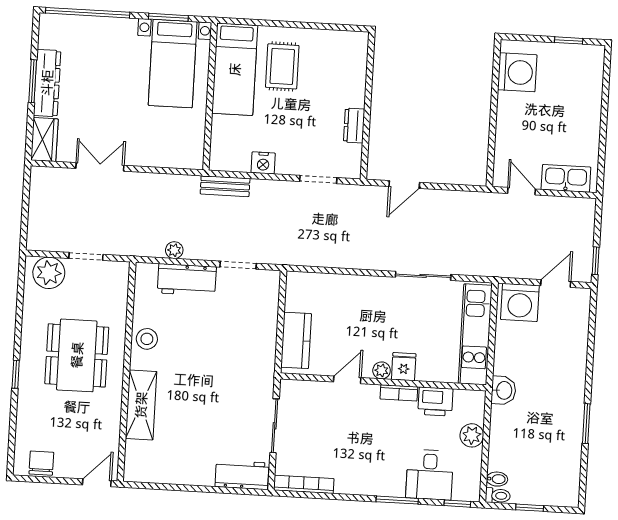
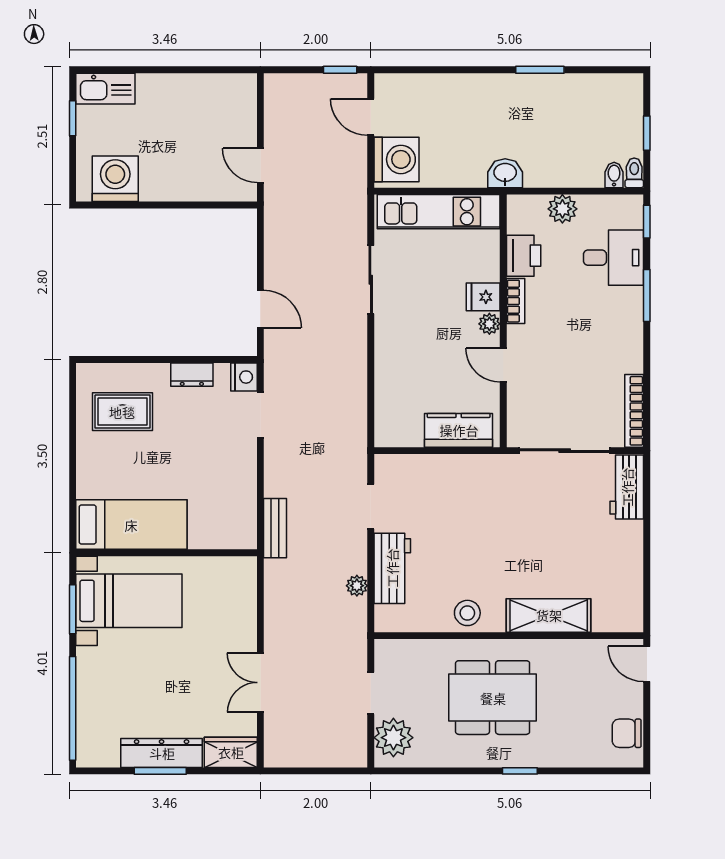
rug: (282, 66) -> (122, 412), moved
nightstand: (263, 163) -> (244, 377), moved
kitchen sink: (566, 178) -> (105, 89), moved, turned -90
door: (521, 191) -> (260, 165), hinge flipped
sliding door: (275, 426) -> (565, 451), width x1.37

